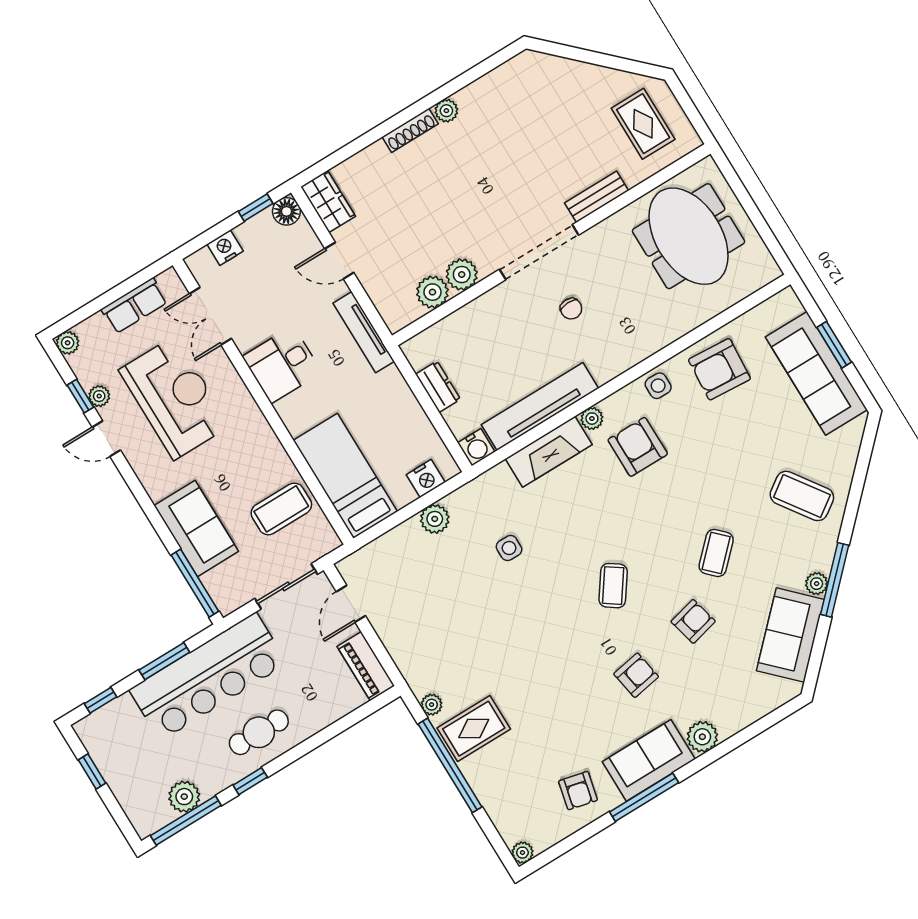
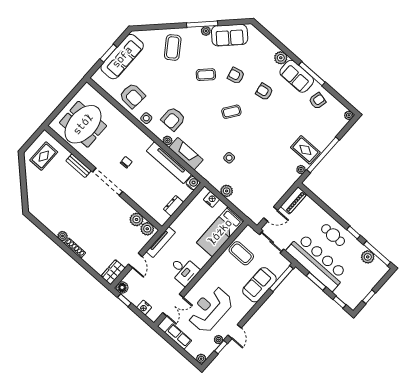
plant: (462, 275) -> (147, 229), moved

